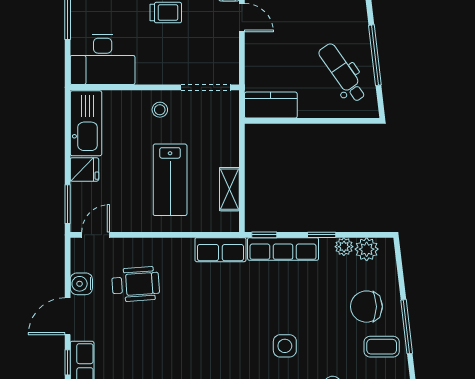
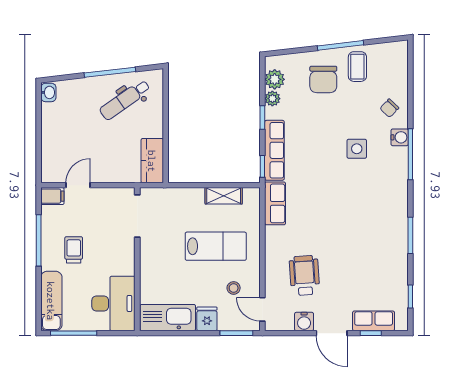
stool: (160, 110) -> (234, 288), moved

